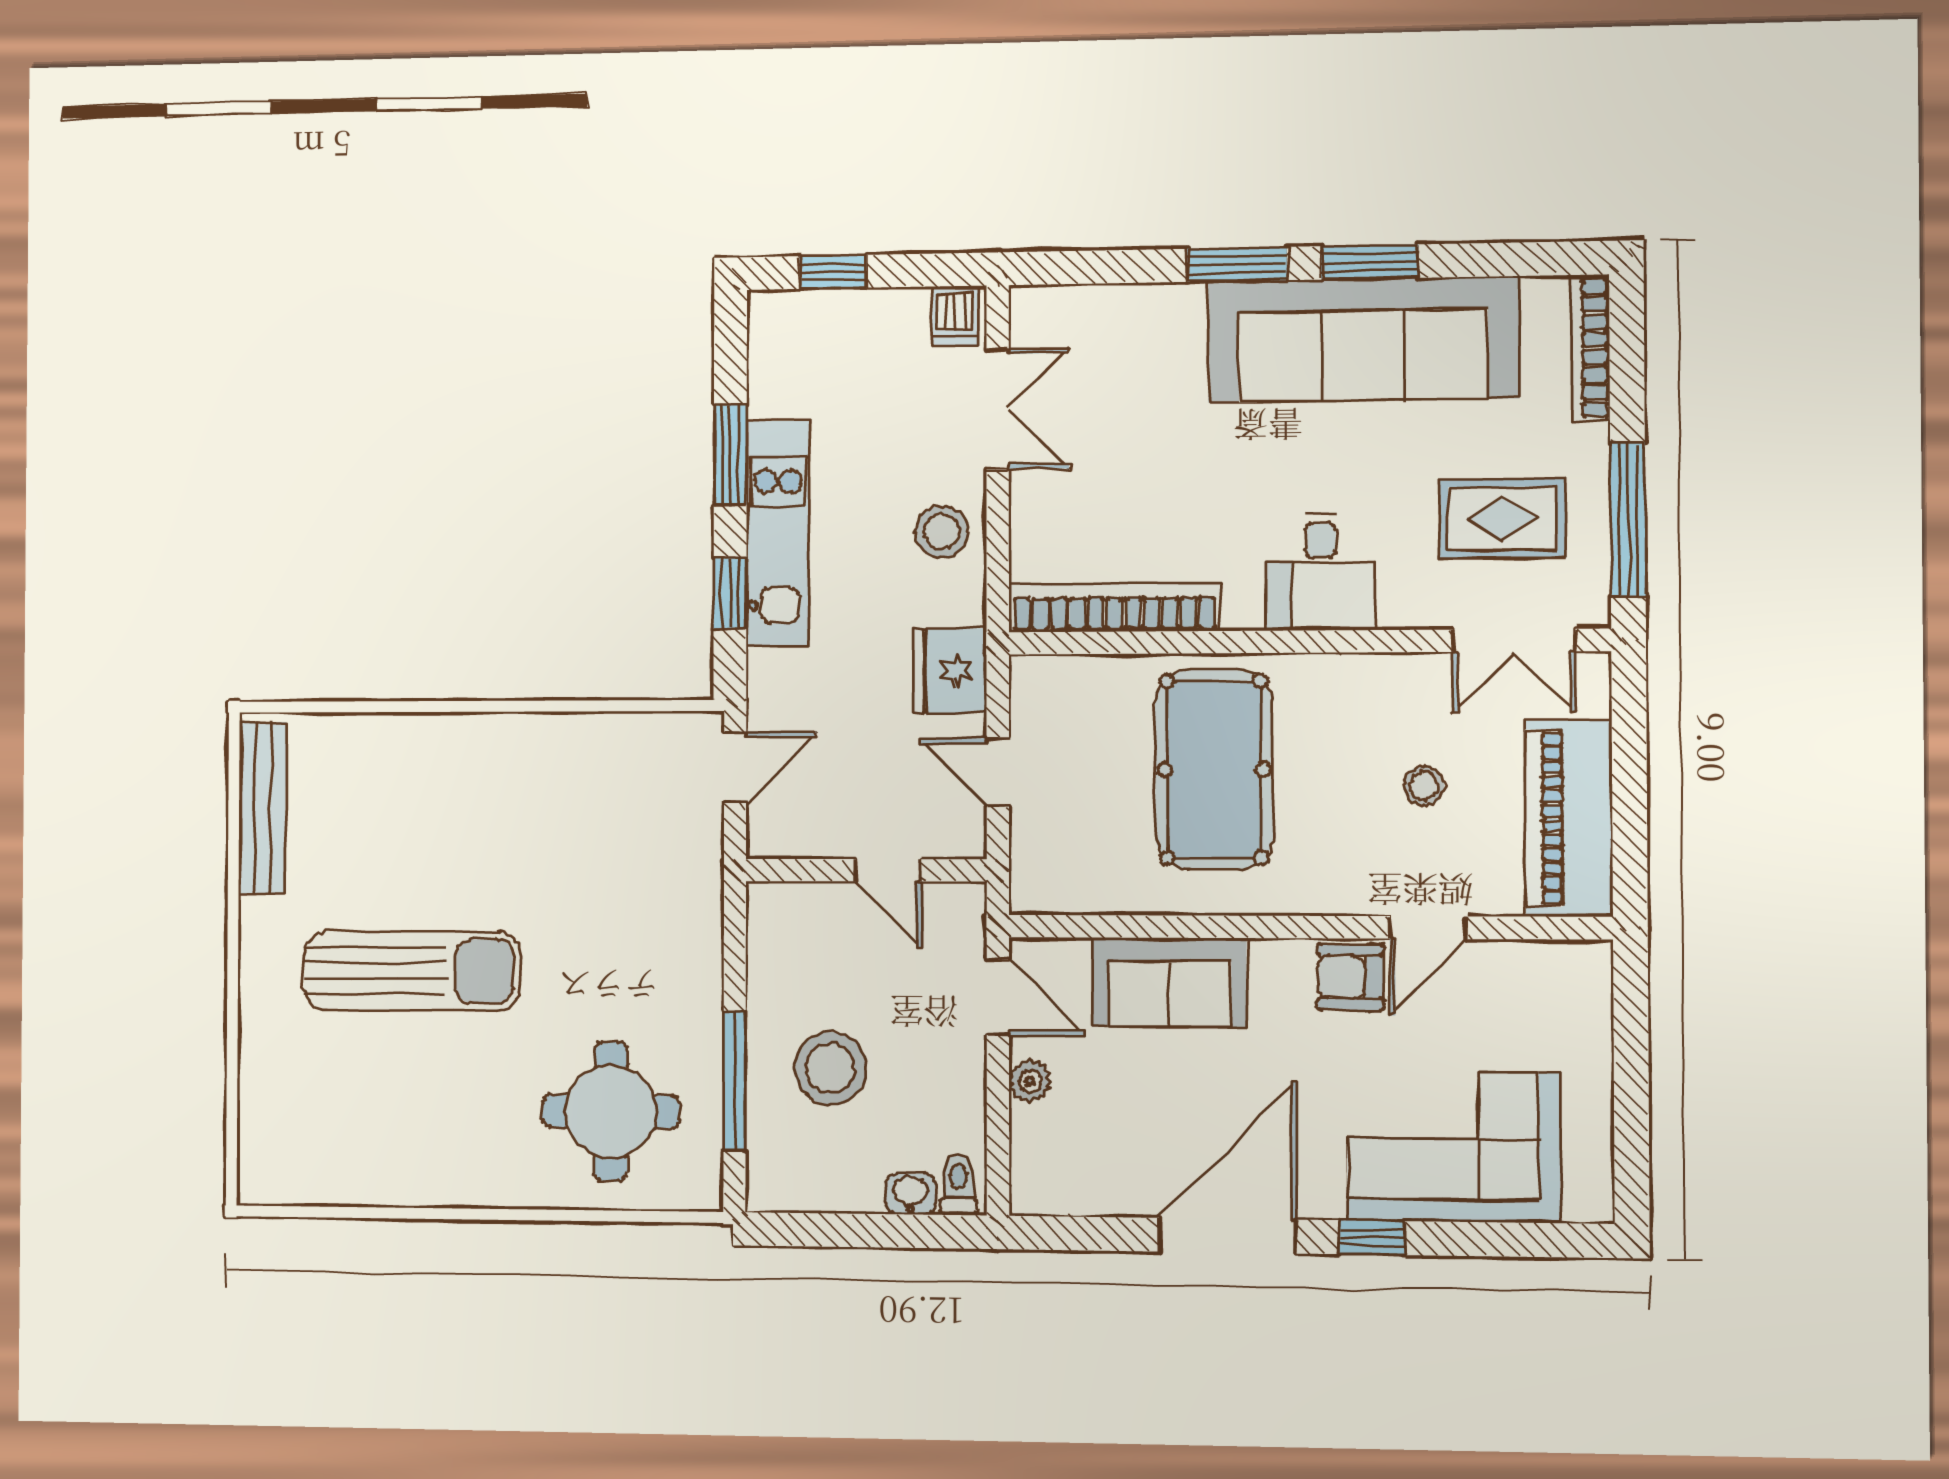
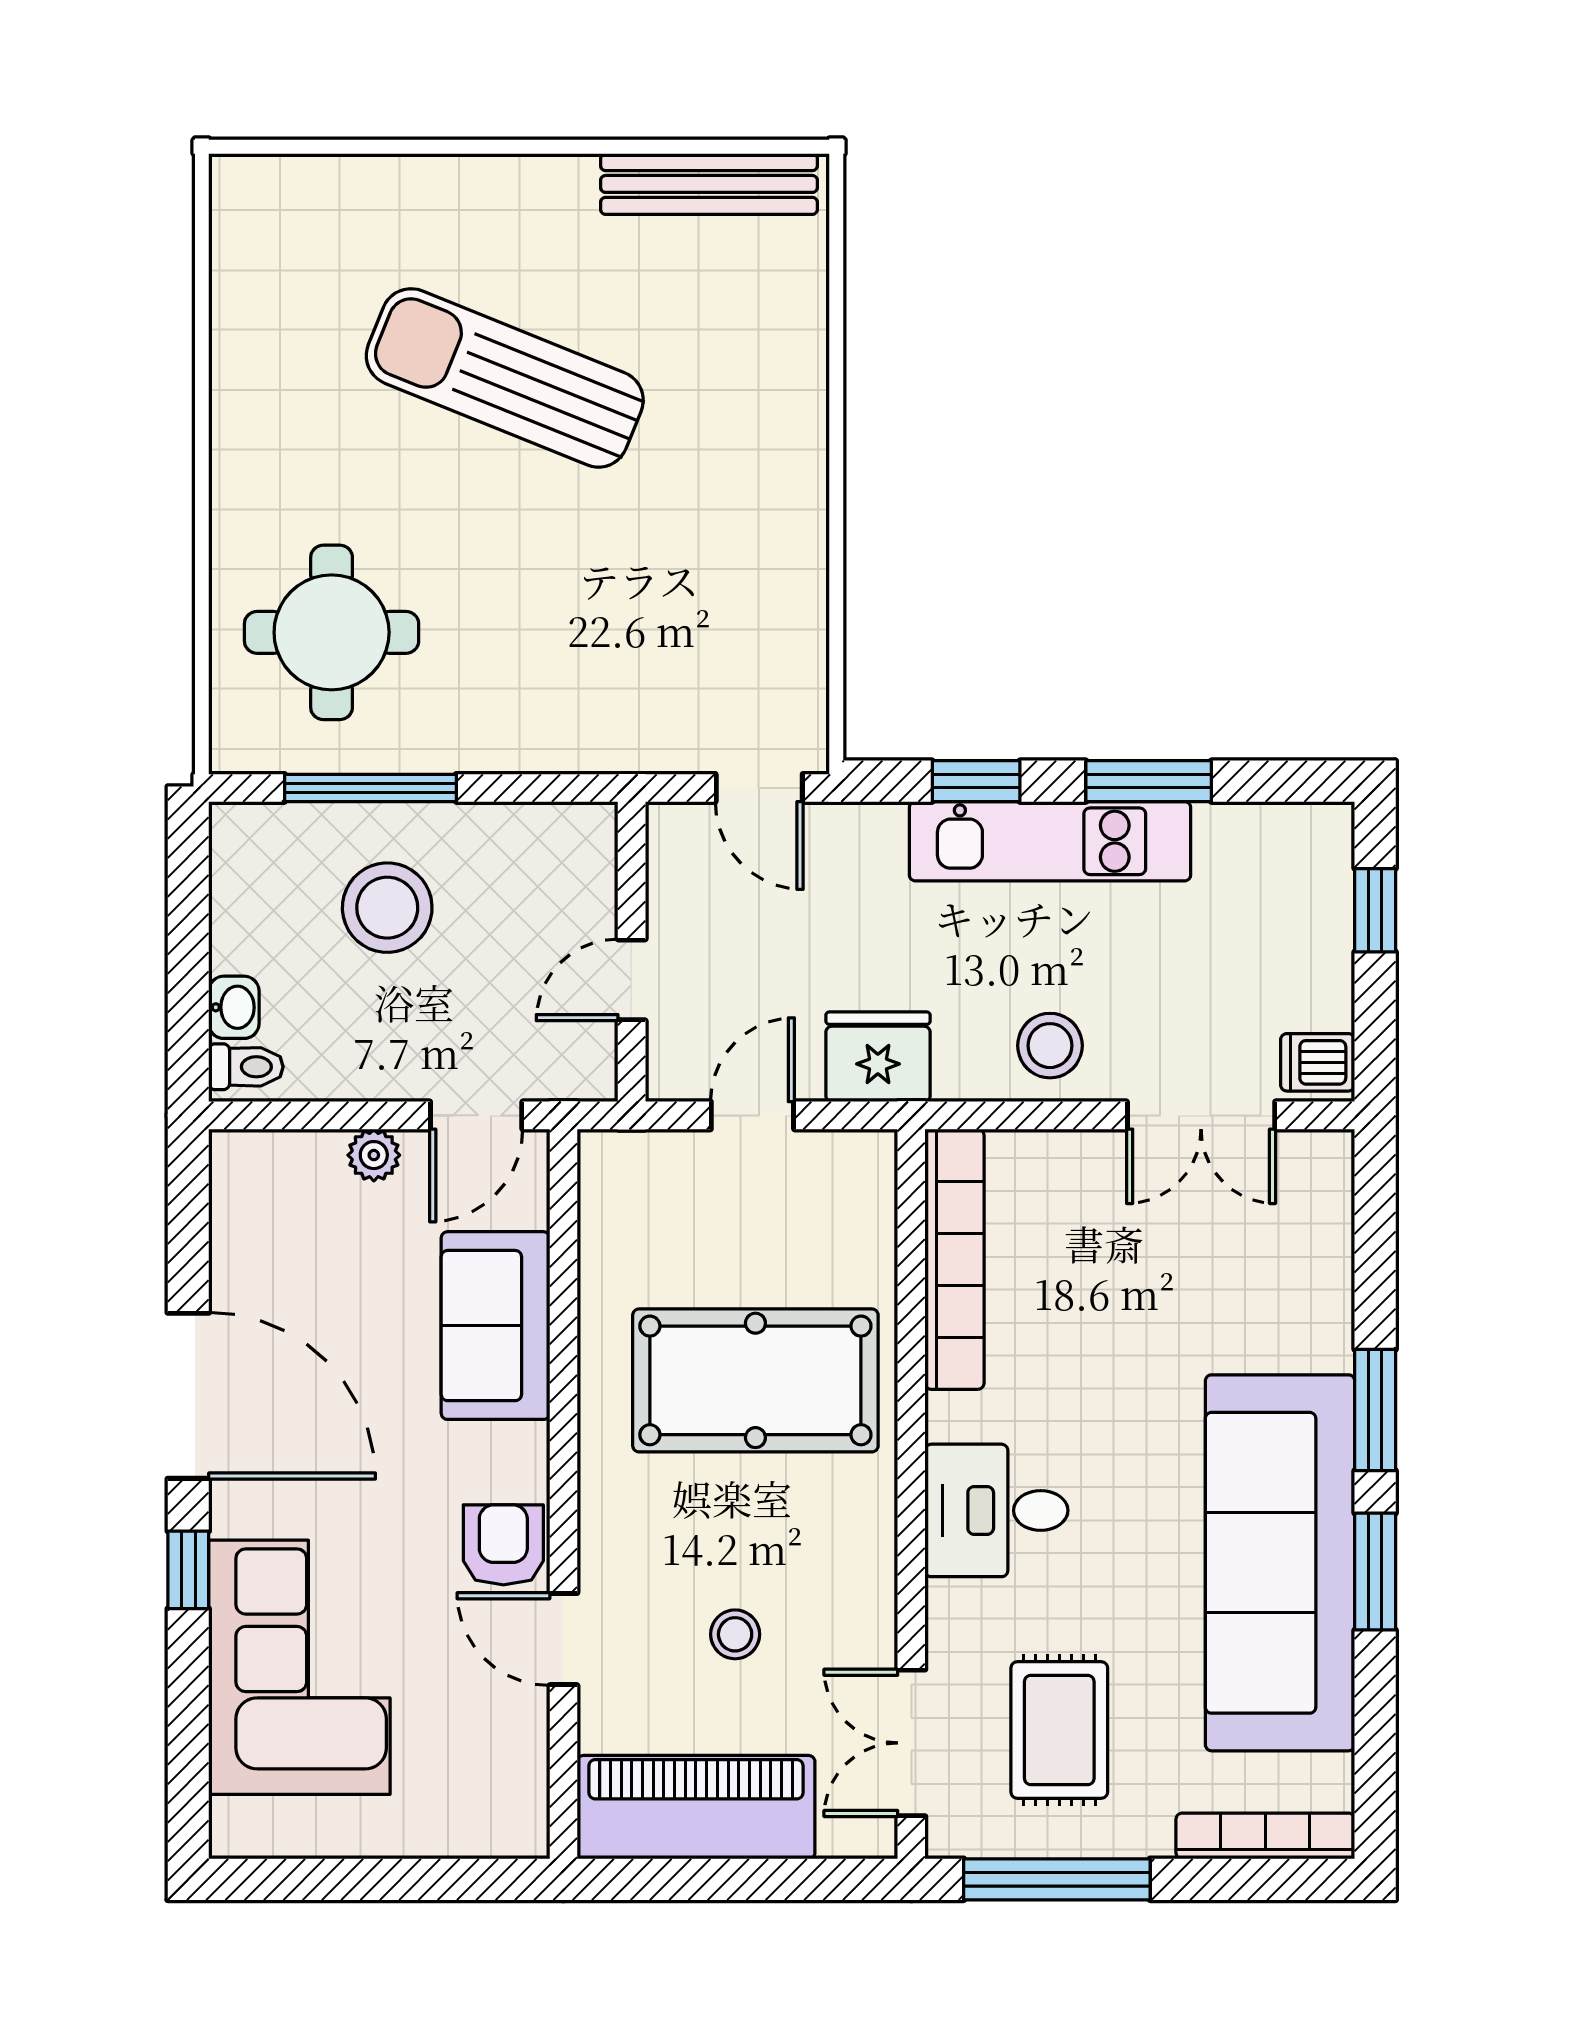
sun lounger: (412, 971) -> (505, 378), turned 112

